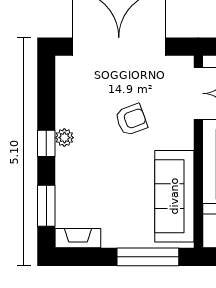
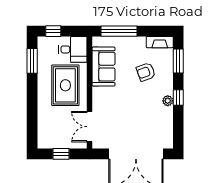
armchair: (131, 120) -> (146, 72), moved
sofa: (174, 196) -> (104, 67), width x0.73

